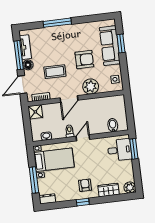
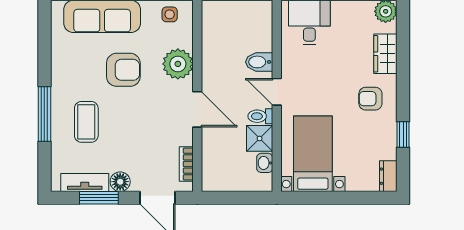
window: (19, 55) -> (99, 198), width x0.69
armchair: (84, 60) -> (123, 70), turned 90
coffee table: (55, 72) -> (86, 122), moved
shower: (35, 112) -> (260, 138), moved
bidet: (113, 125) -> (259, 62), moved
window: (34, 180) -> (348, 198), removed
window: (83, 202) -> (403, 134), moved

